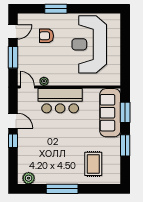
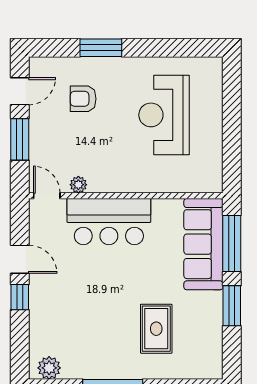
reception desk: (89, 44) -> (164, 115), width x0.74, depth x0.77
window: (125, 112) -> (232, 243), width x1.44
rug: (93, 164) -> (156, 329), moved

